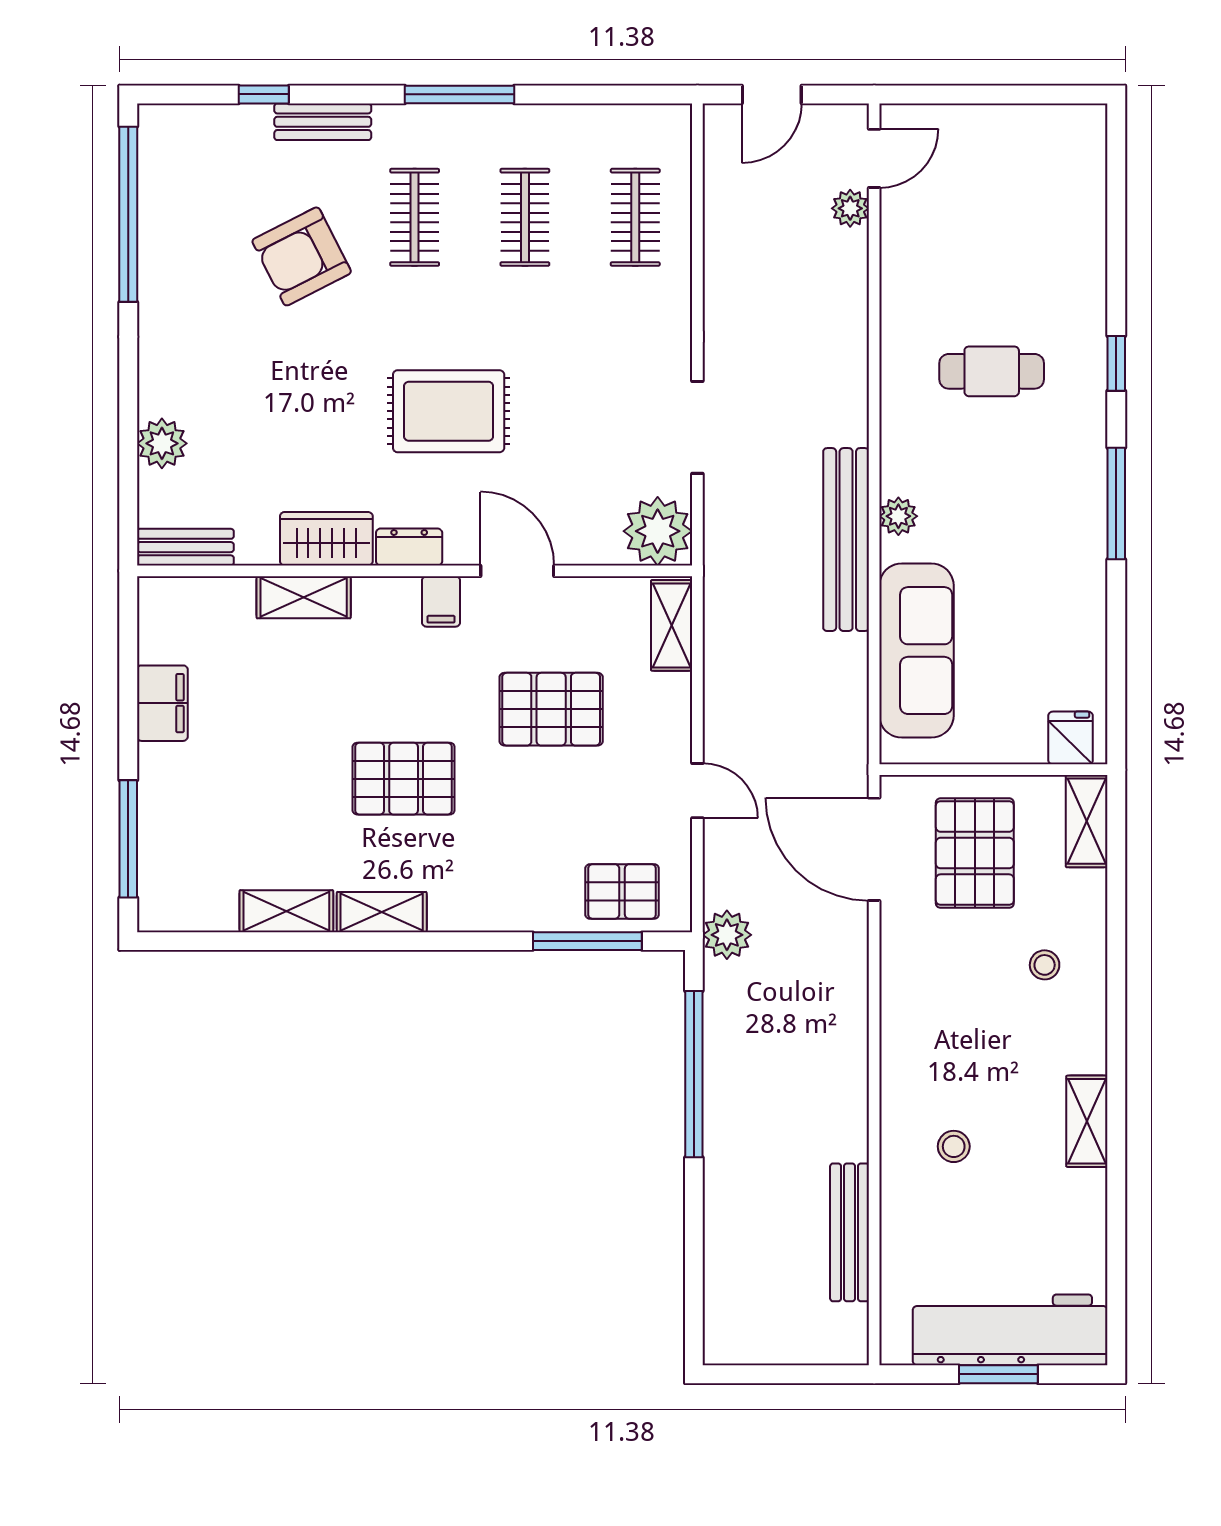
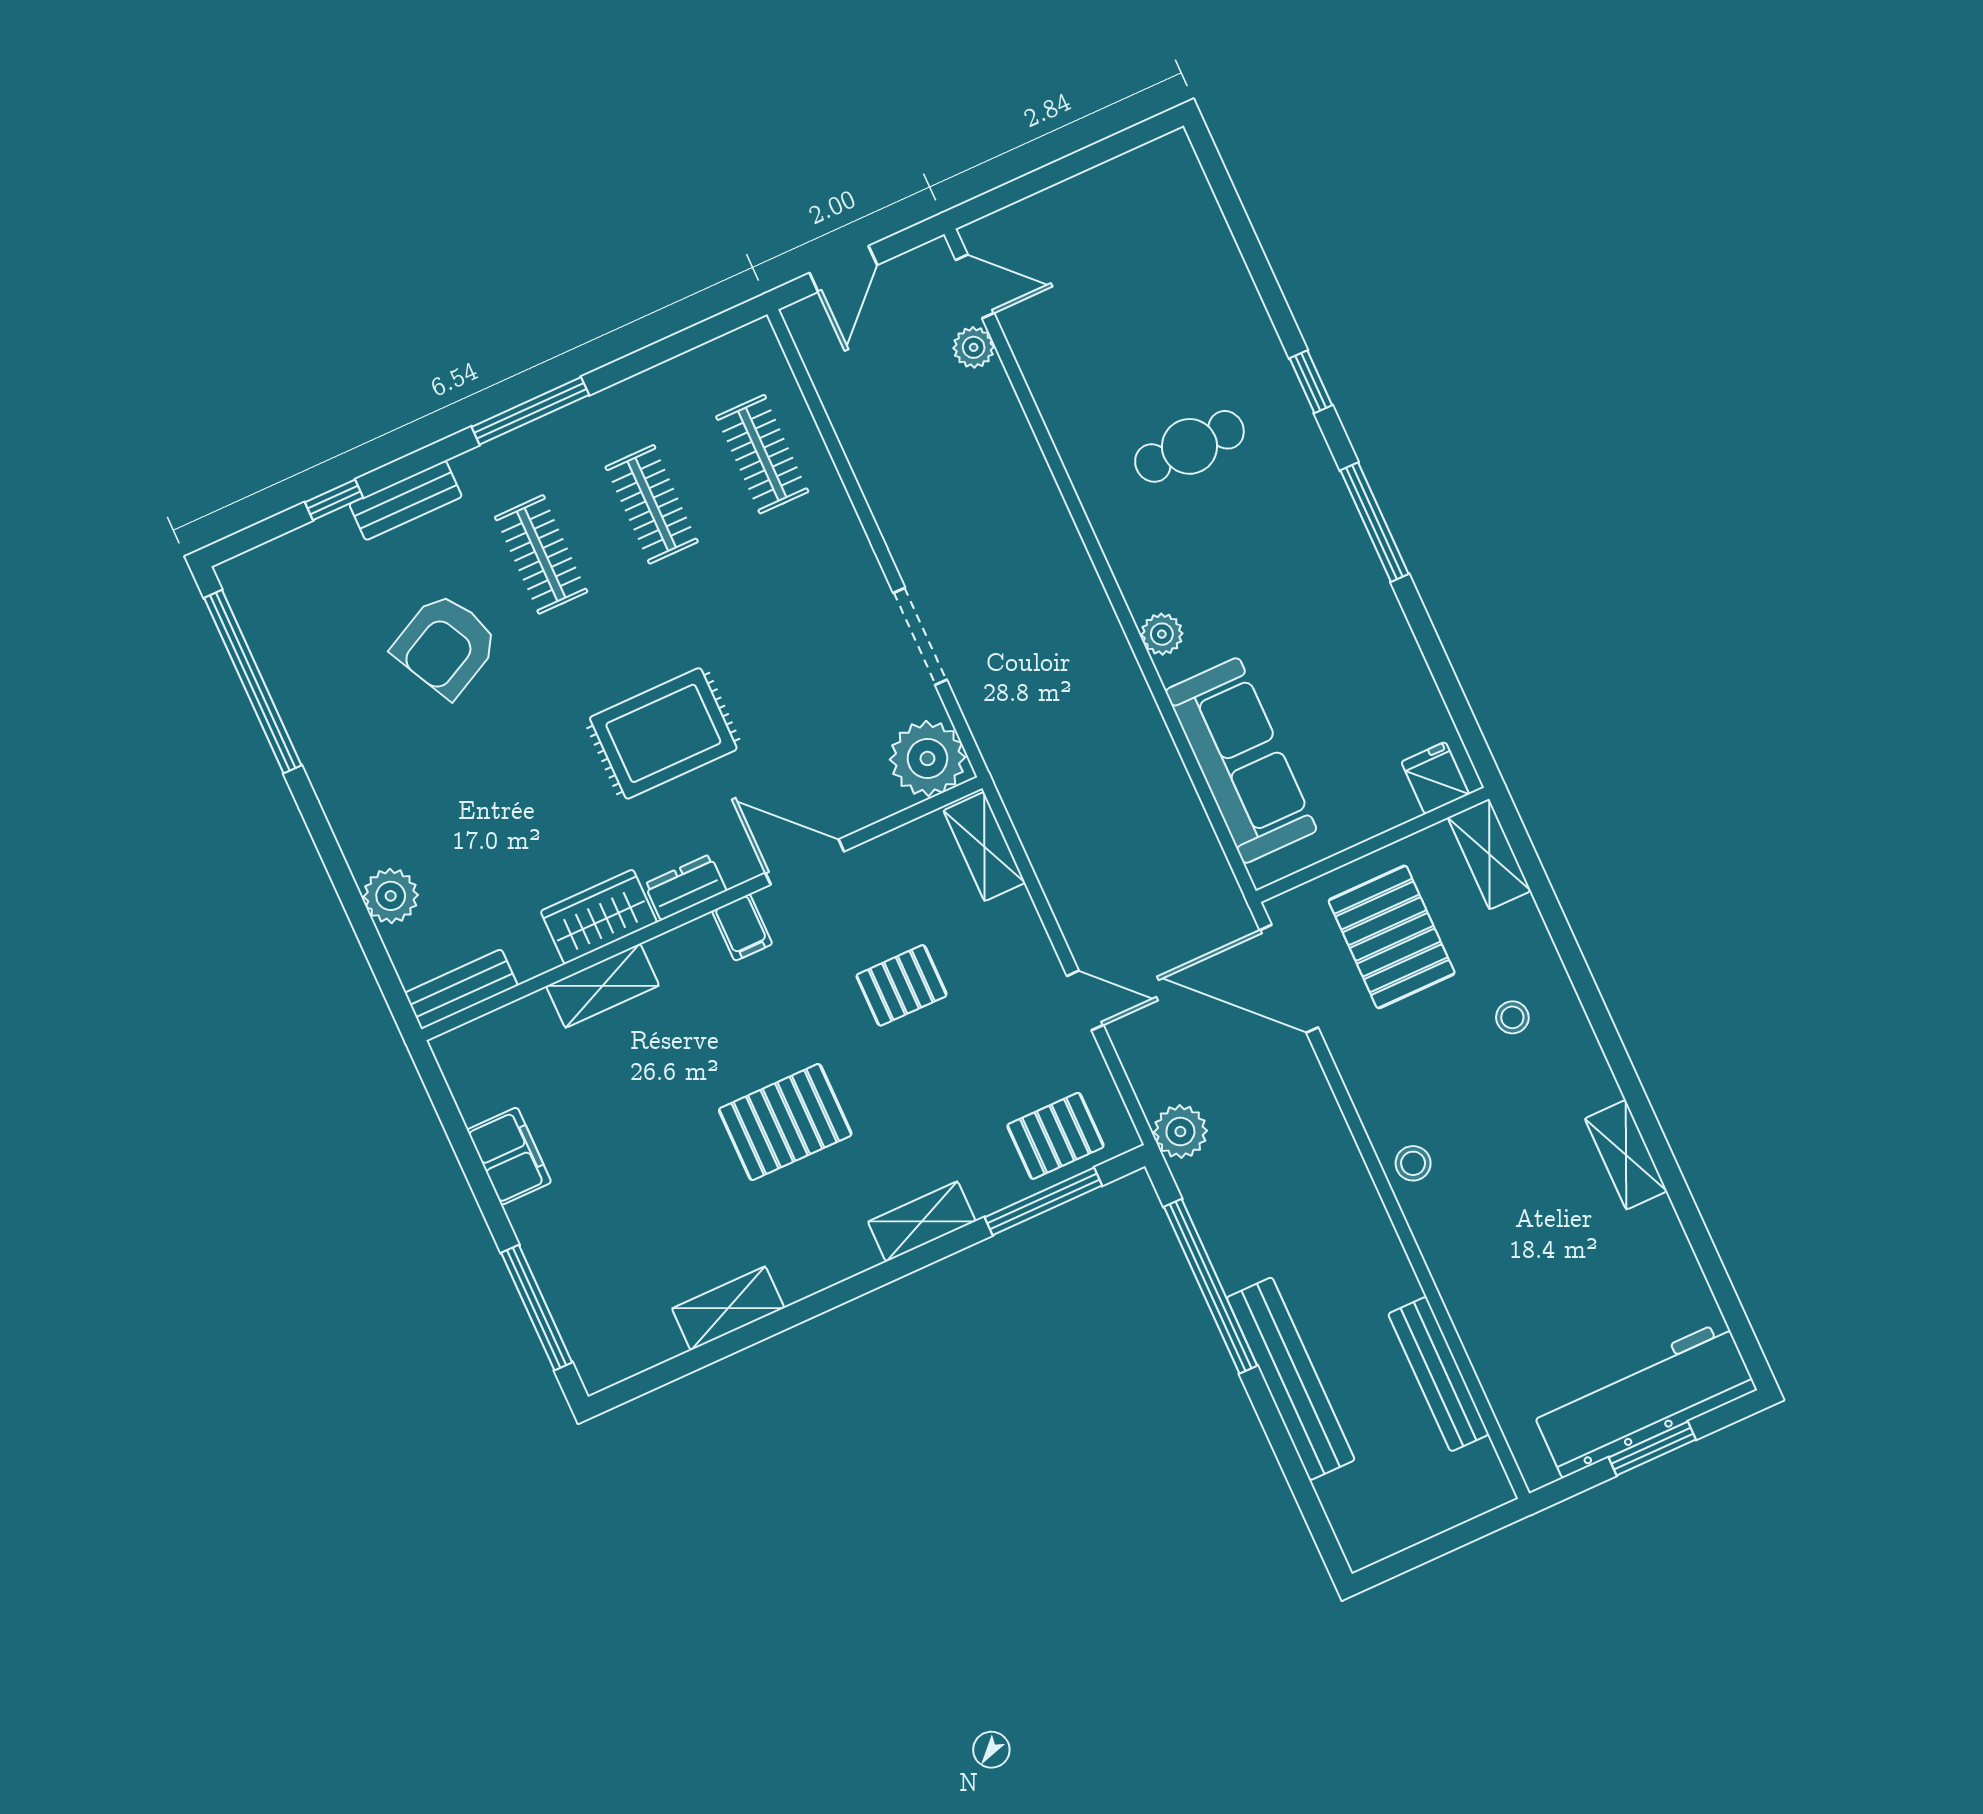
door: (874, 158) -> (975, 286), hinge flipped
bench: (846, 540) -> (1291, 1379), moved
pallet: (551, 709) -> (902, 985), width x0.67, depth x0.71
shelving: (382, 912) -> (922, 1221), moved
stool: (954, 1146) -> (1413, 1163), moved

